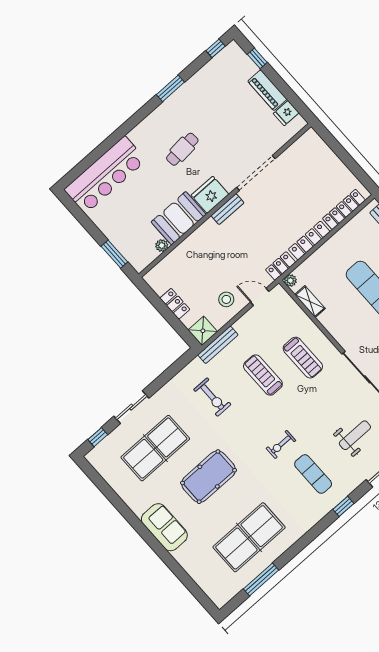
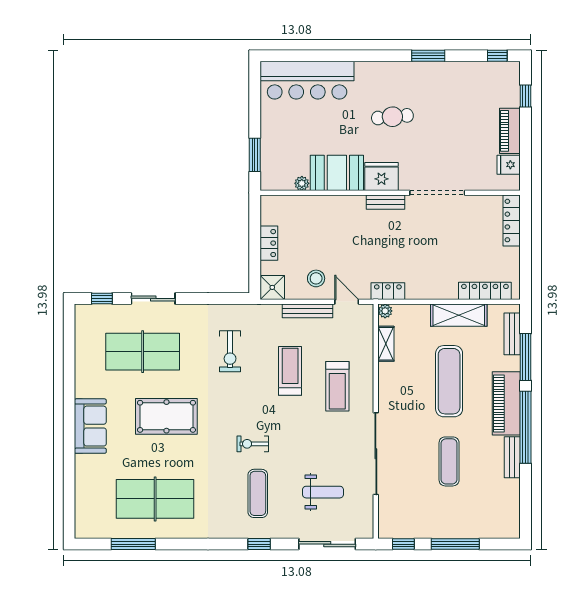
locker: (309, 241) -> (512, 221), moved, turned -90
shelving: (341, 241) -> (459, 315), added
bench: (218, 345) -> (307, 311), moved

